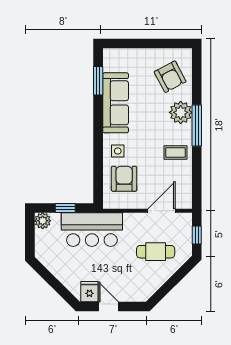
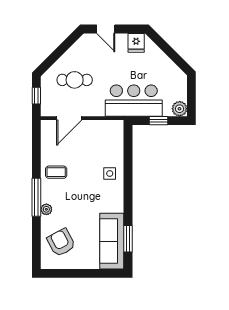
sofa: (116, 103) -> (112, 241), moved
plant: (181, 112) -> (46, 209), width x0.53, depth x0.53
armchair: (124, 179) -> (104, 148), removed
door: (109, 307) -> (106, 29), moved

